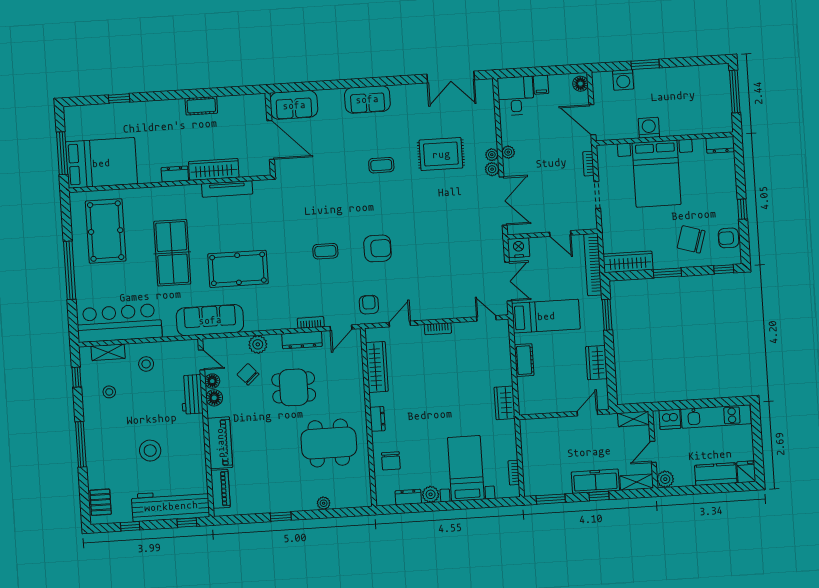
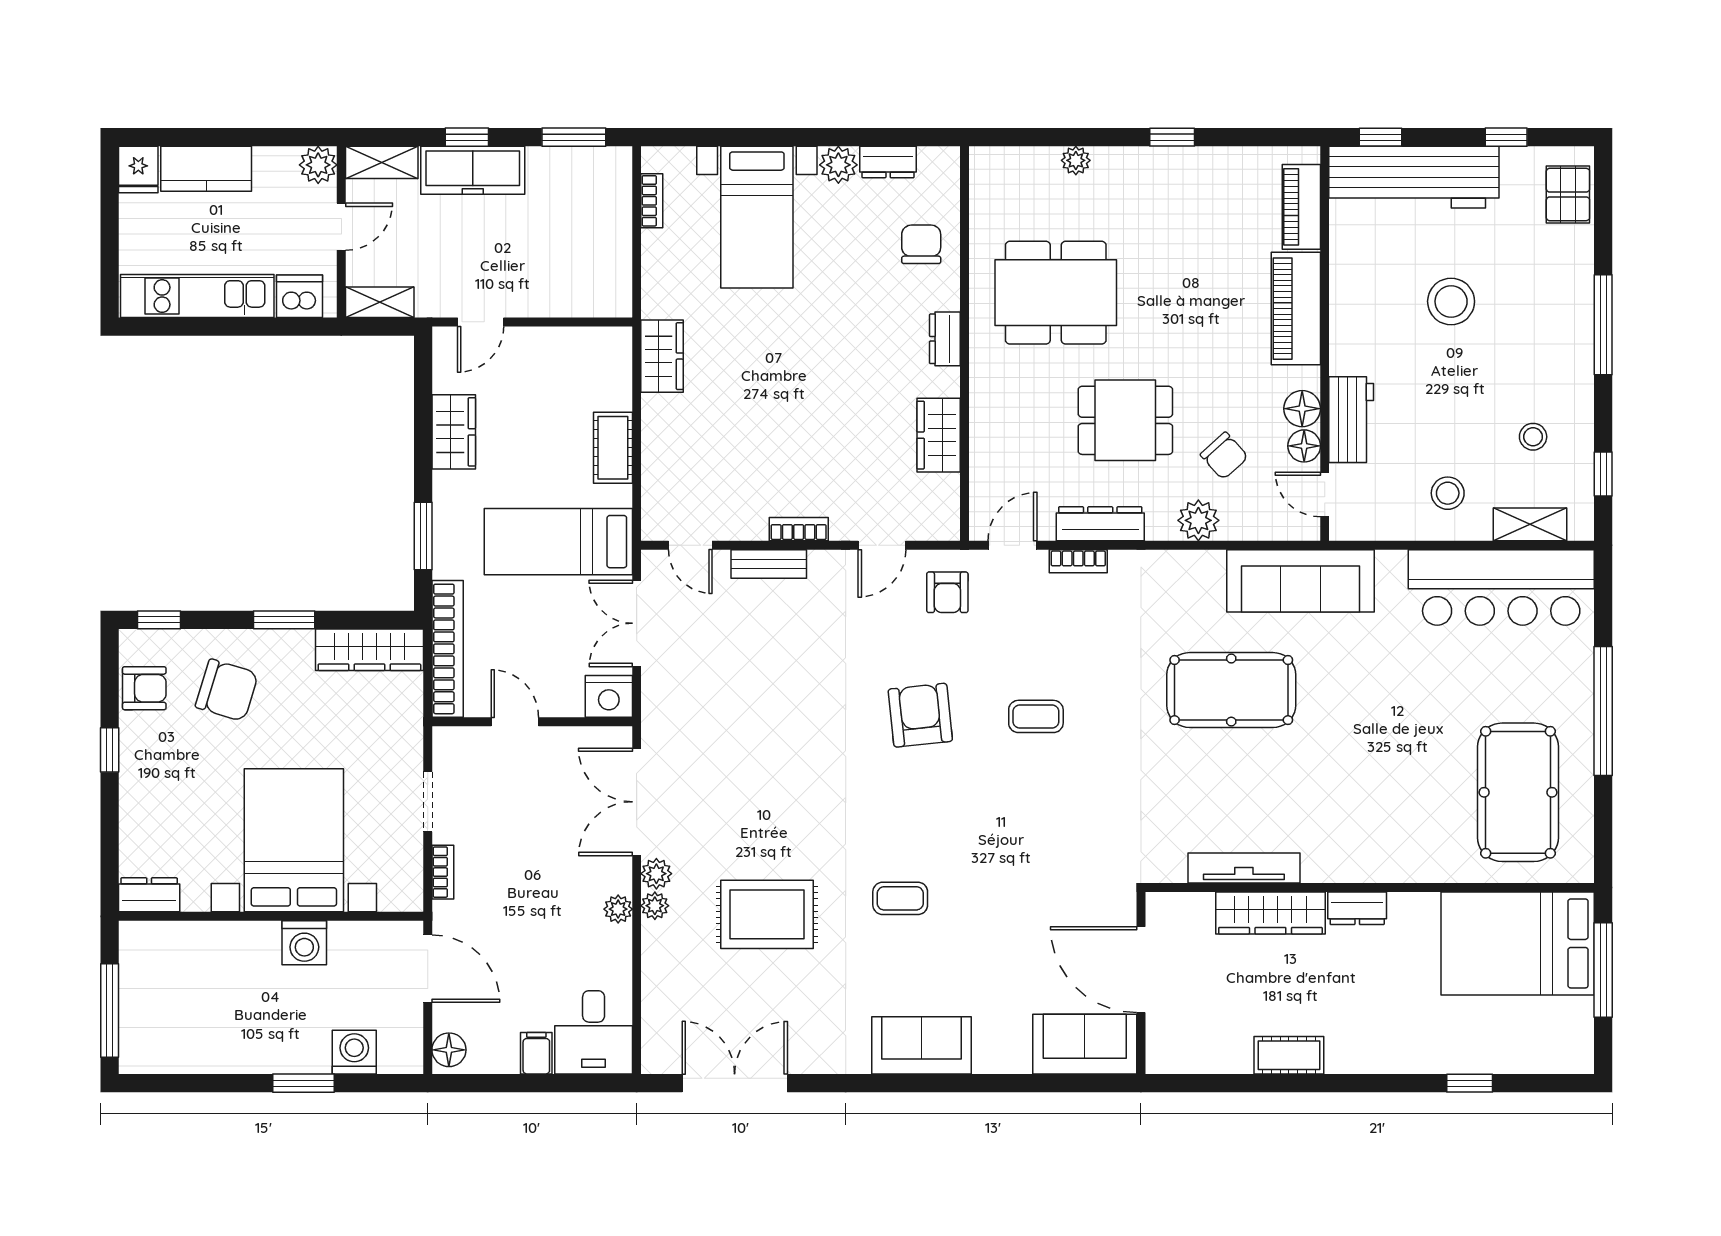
armchair: (378, 248) -> (920, 715), turned 84
table tennis table: (172, 253) -> (1374, 735), removed
bench: (450, 312) -> (769, 564), added
wardrobe: (377, 367) -> (939, 435), width x0.67

